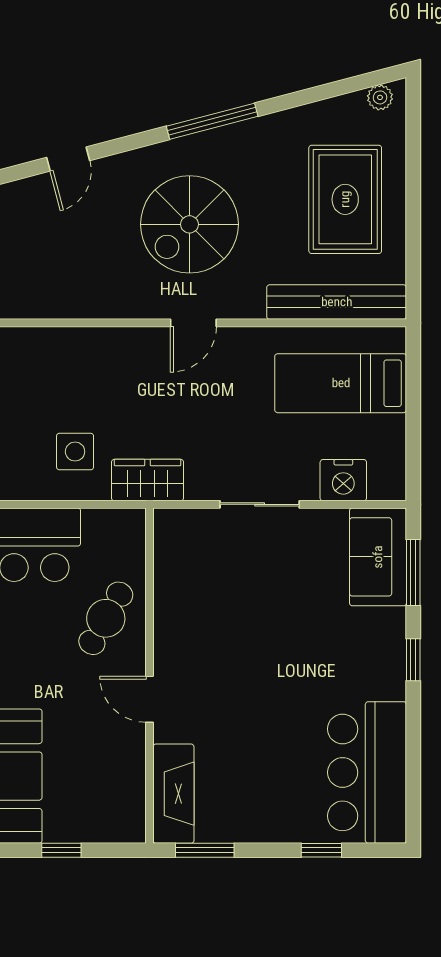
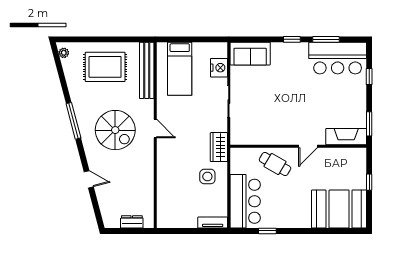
window: (413, 572) -> (326, 39), moved

